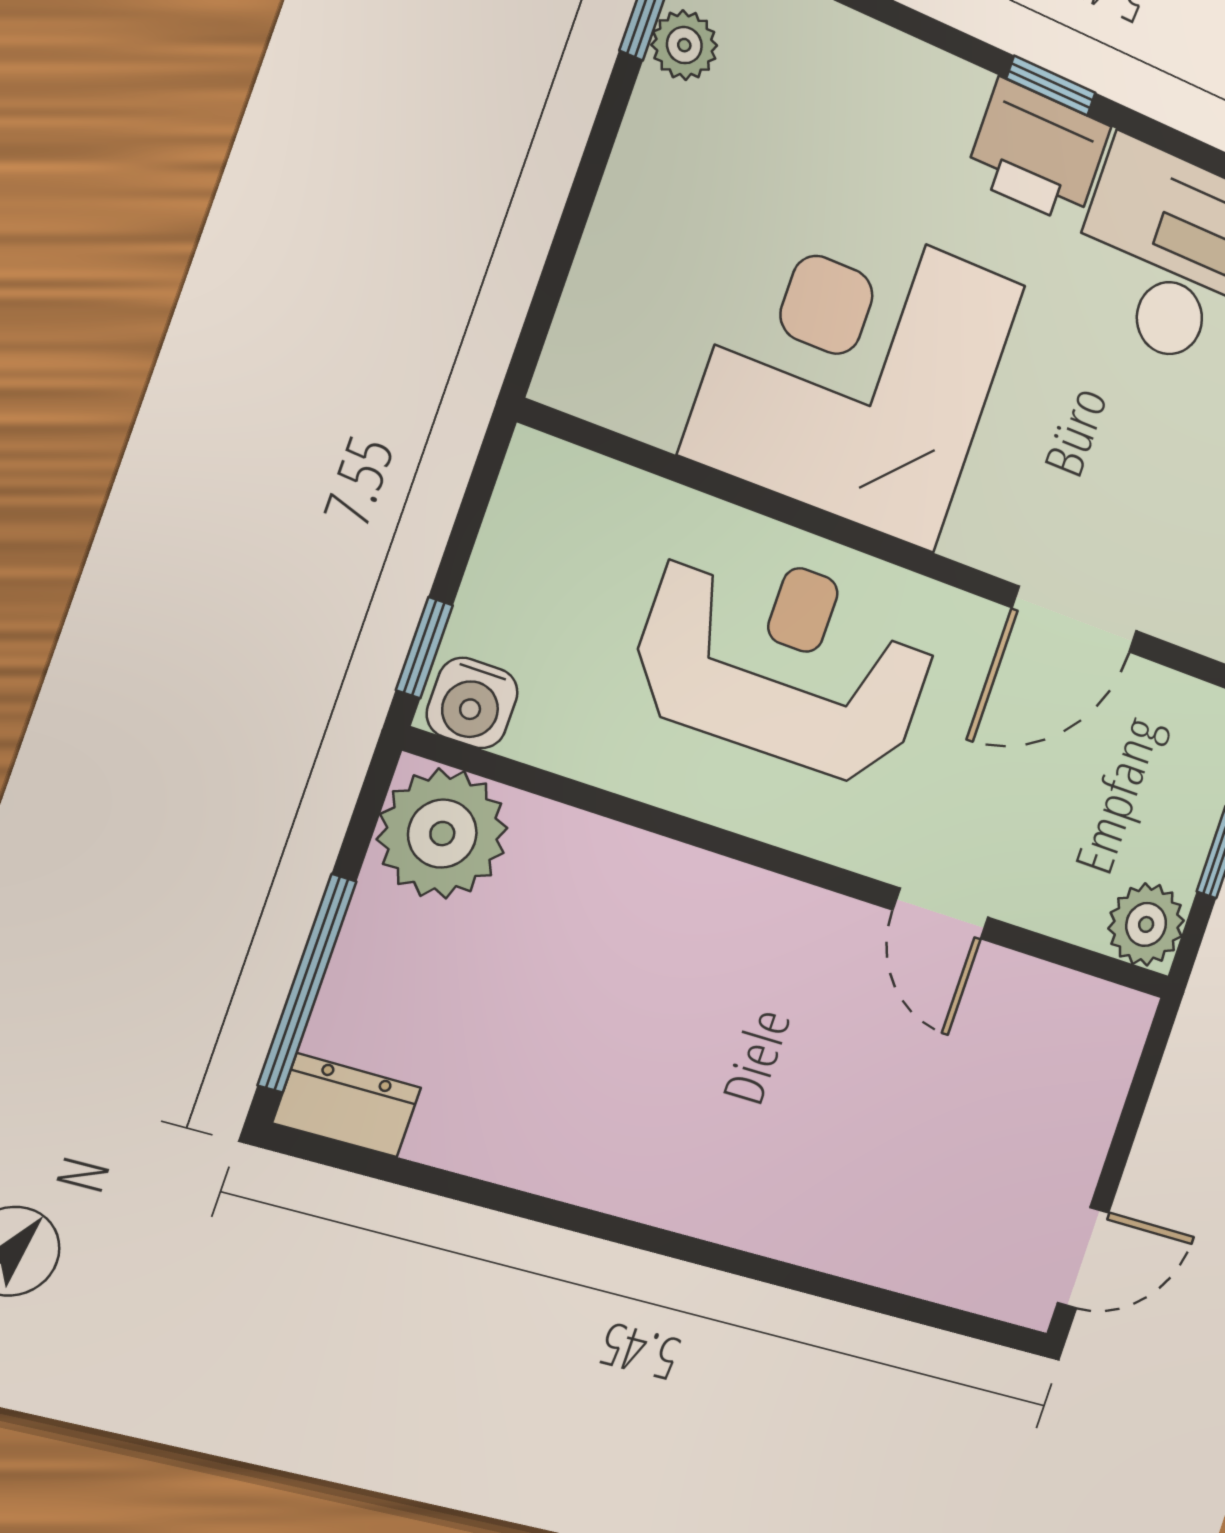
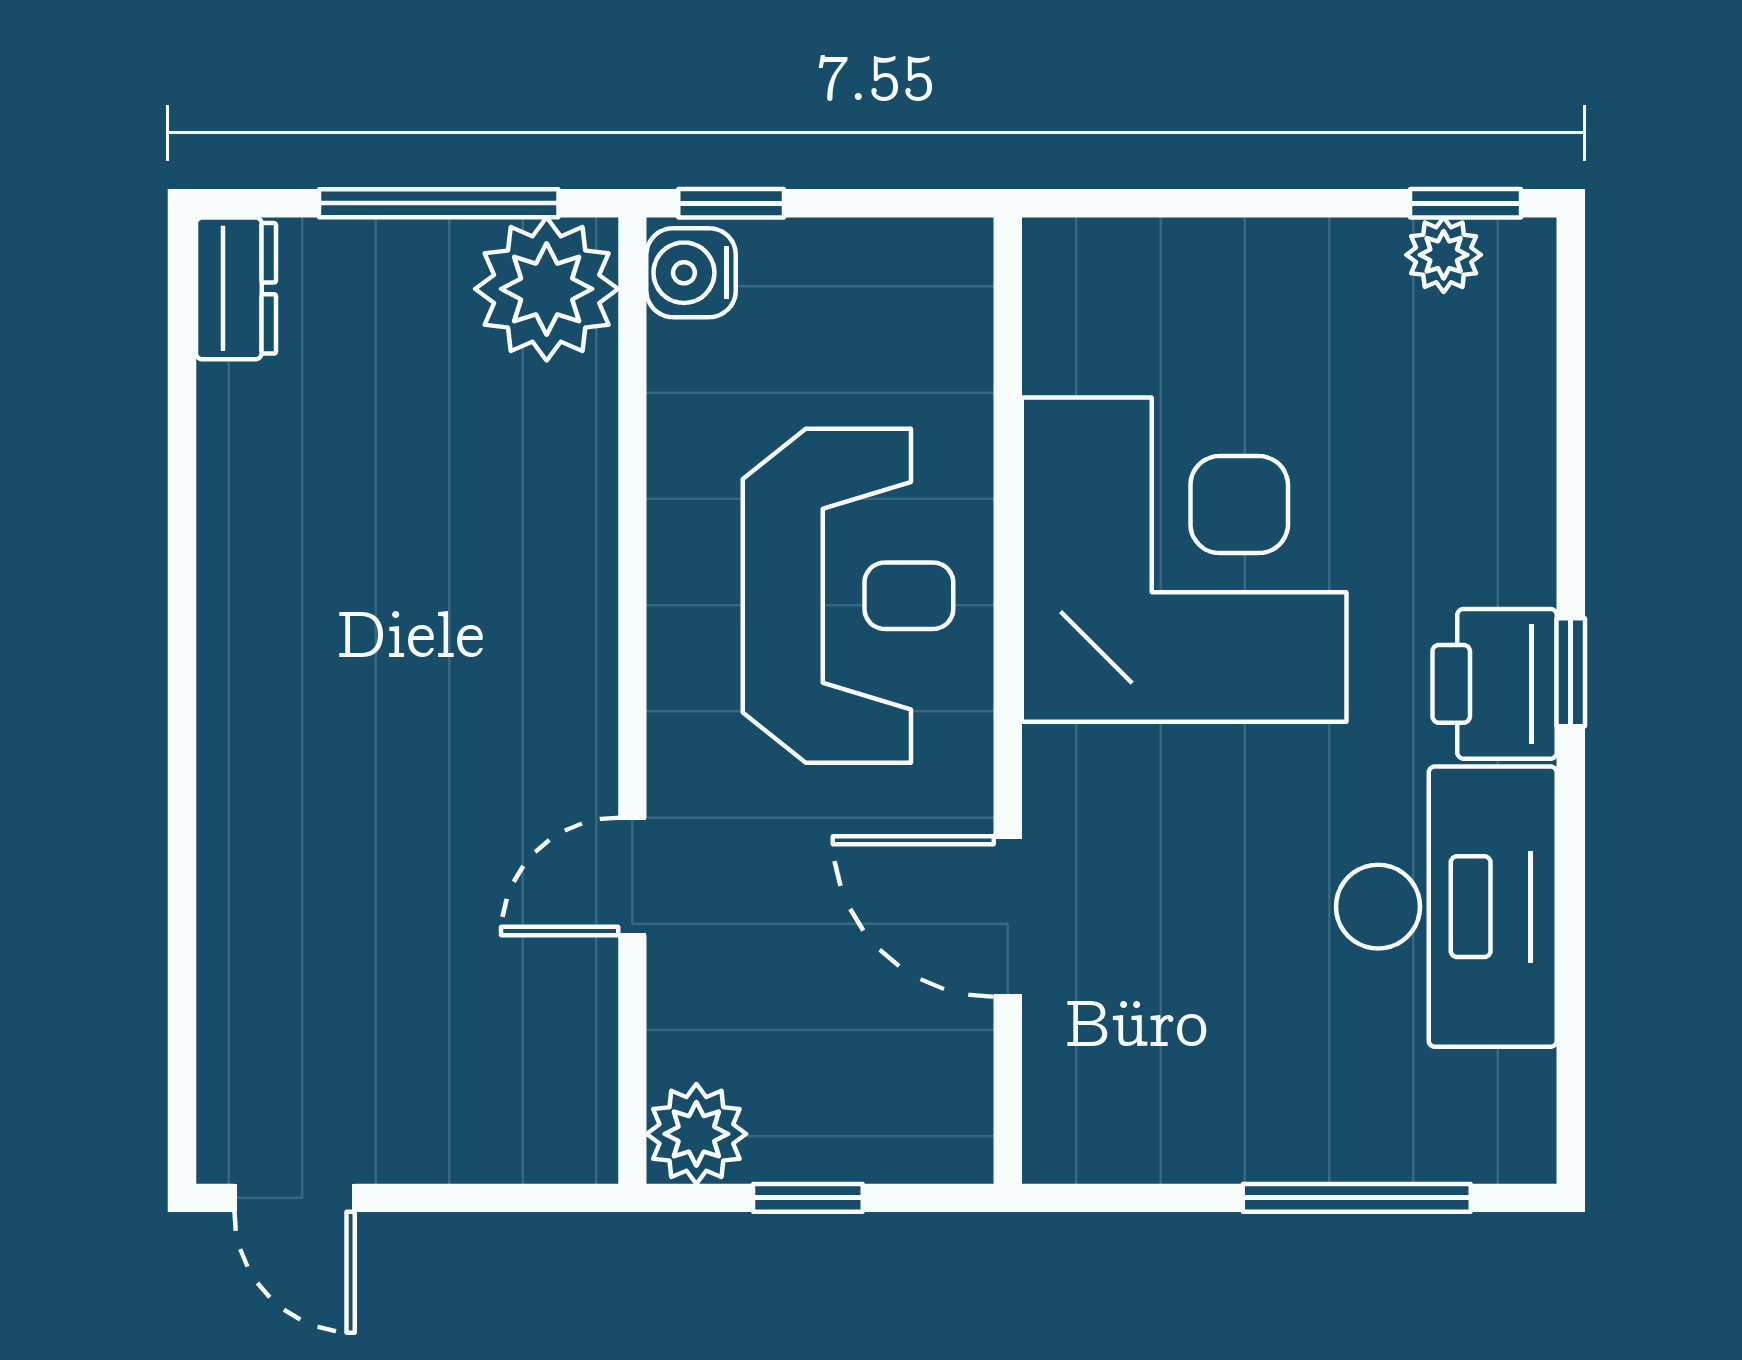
window: (307, 983) -> (439, 203), moved

